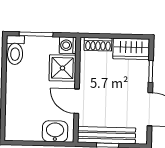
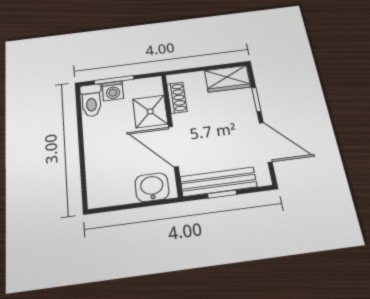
shoe rack: (98, 44) -> (177, 98), moved, turned -90
washing machine: (68, 45) -> (113, 91), moved, turned -90
door: (77, 101) -> (173, 147), width x1.37

